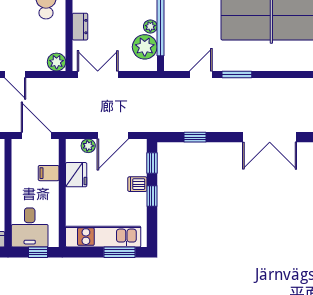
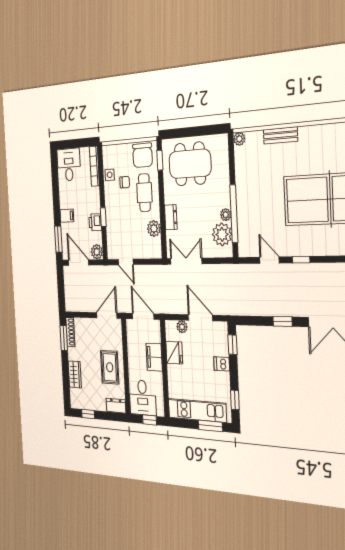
plant: (57, 62) -> (154, 229), moved
door: (201, 74) -> (270, 260), hinge flipped
window: (237, 74) -> (301, 260), width x0.67
door: (113, 135) -> (200, 318), swing flipped
window: (195, 137) -> (283, 321), moved
filing cabinet: (49, 173) -> (154, 357), width x2.00
window: (152, 196) -> (235, 400), moved

